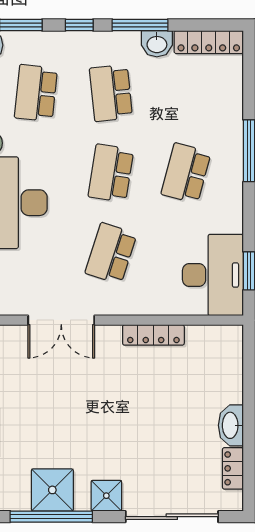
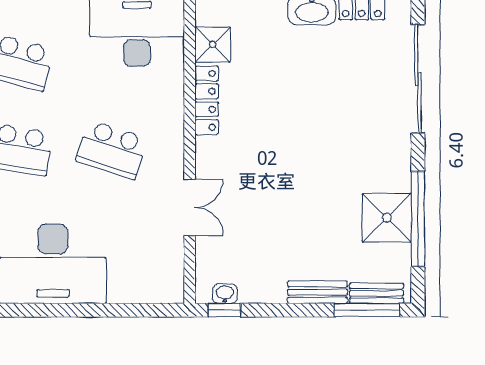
double door: (61, 320) -> (190, 207), width x0.73
shower: (106, 496) -> (213, 45), moved

